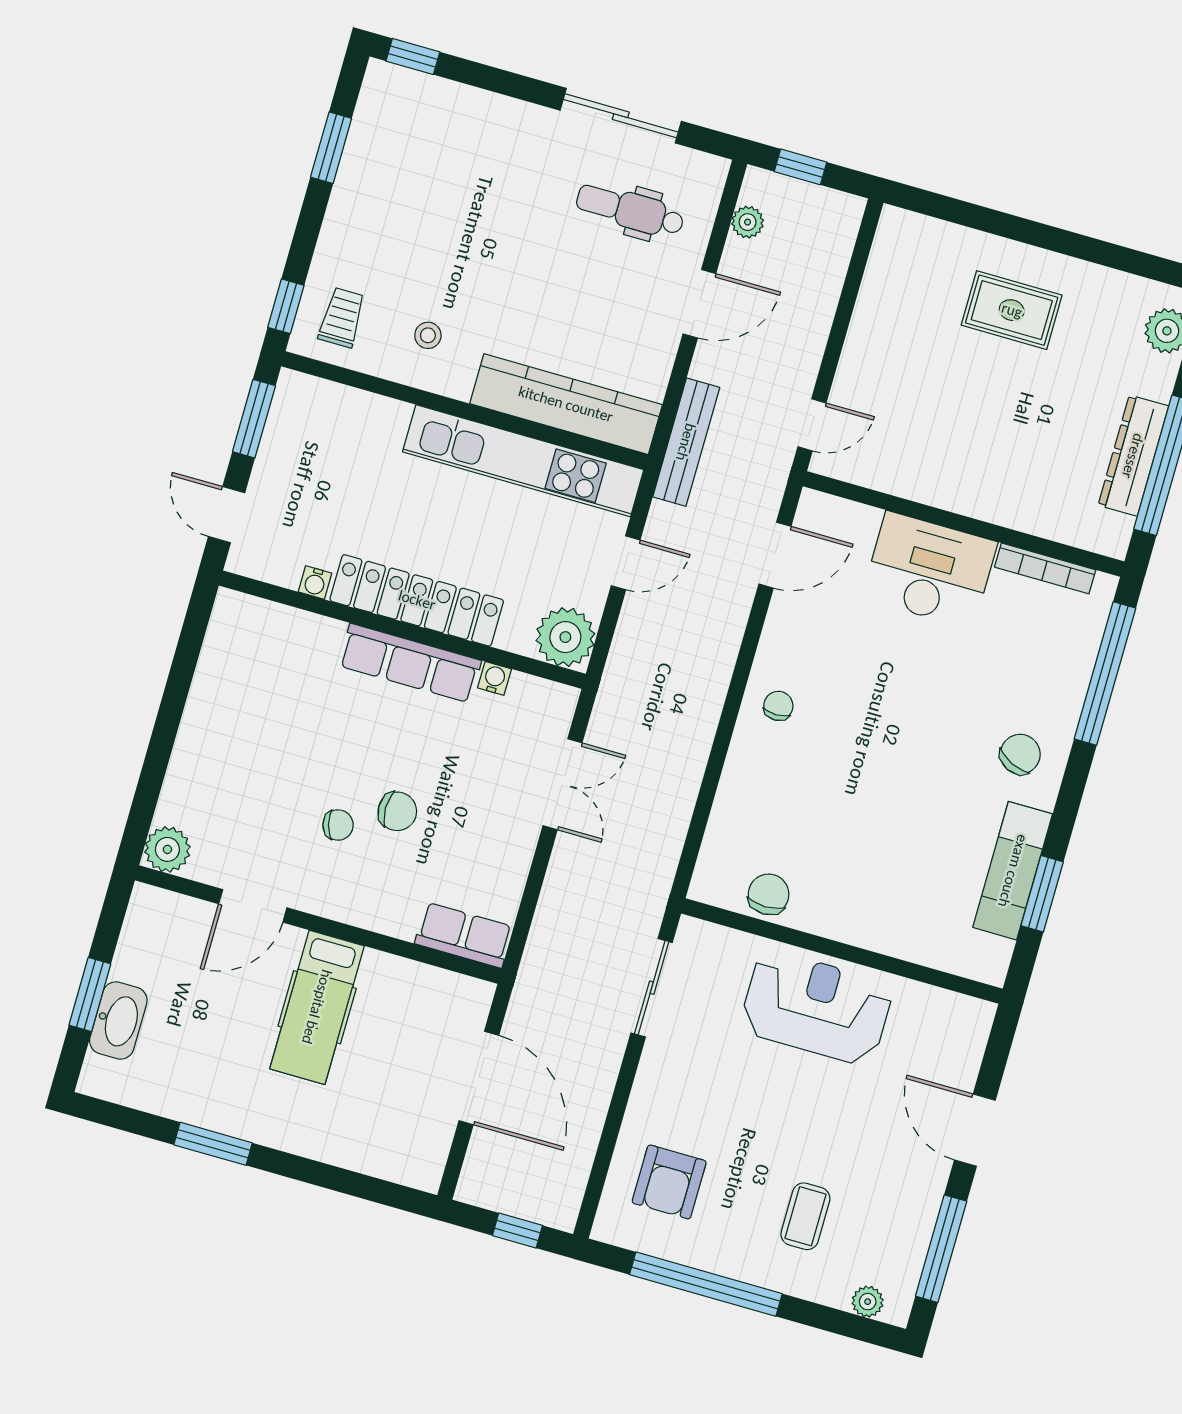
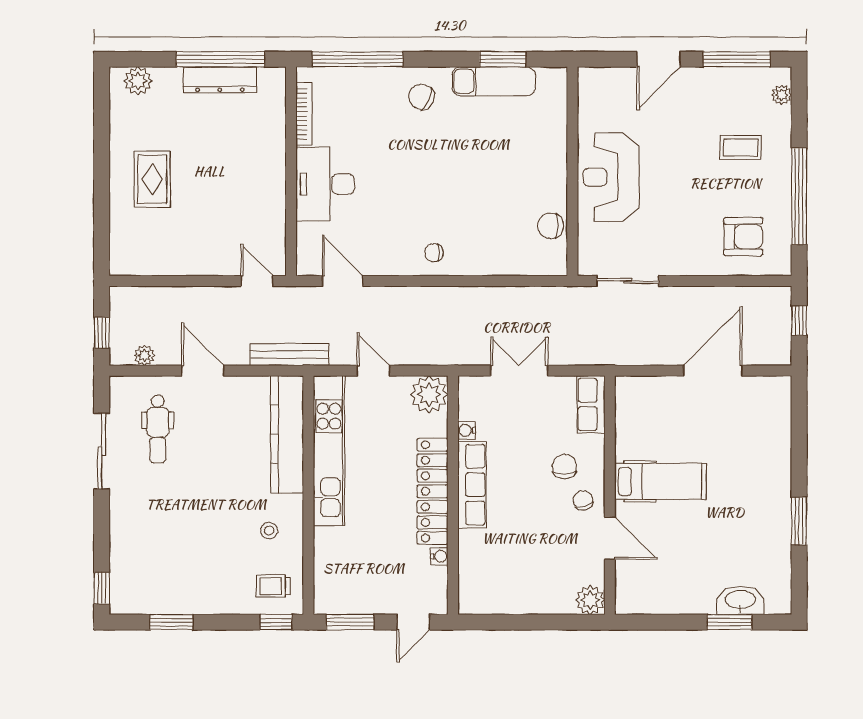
plant: (167, 849) -> (590, 600), moved
door: (253, 906) -> (610, 538), moved
wall: (318, 924) -> (610, 495), moved
row of seats: (464, 935) -> (591, 404), moved
hospital bed: (317, 1007) -> (660, 481), moved

